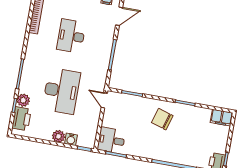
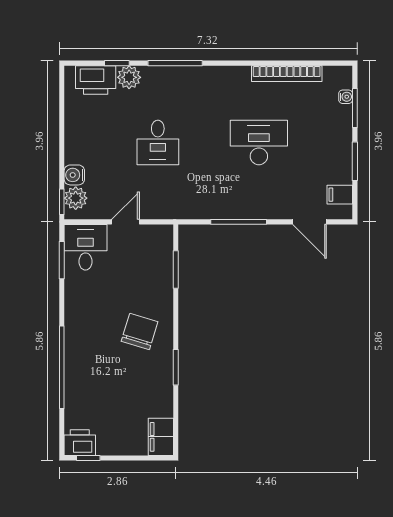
desk: (61, 91) -> (158, 142), width x0.53, depth x0.77
door: (104, 100) -> (126, 222), moved
plant: (59, 136) -> (76, 198), moved

